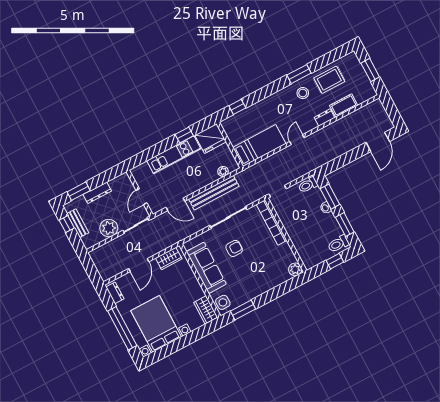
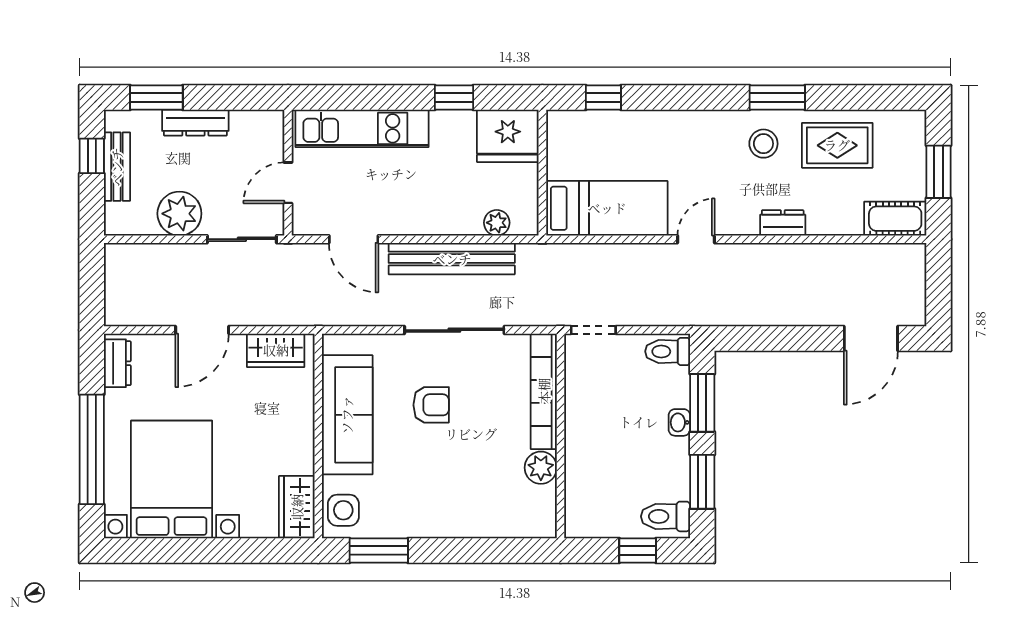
cot: (344, 105) -> (895, 219), moved
kitchen unit: (174, 155) -> (362, 128), moved
plant: (295, 269) -> (541, 468), moved

